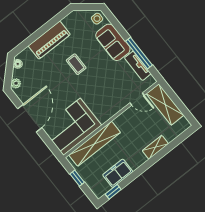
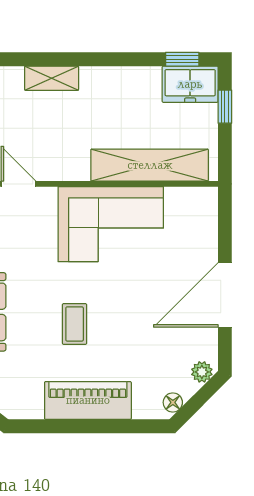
corner sofa: (72, 127) -> (111, 224), moved
freezer: (118, 173) -> (190, 84), moved
window: (77, 178) -> (225, 107), moved

